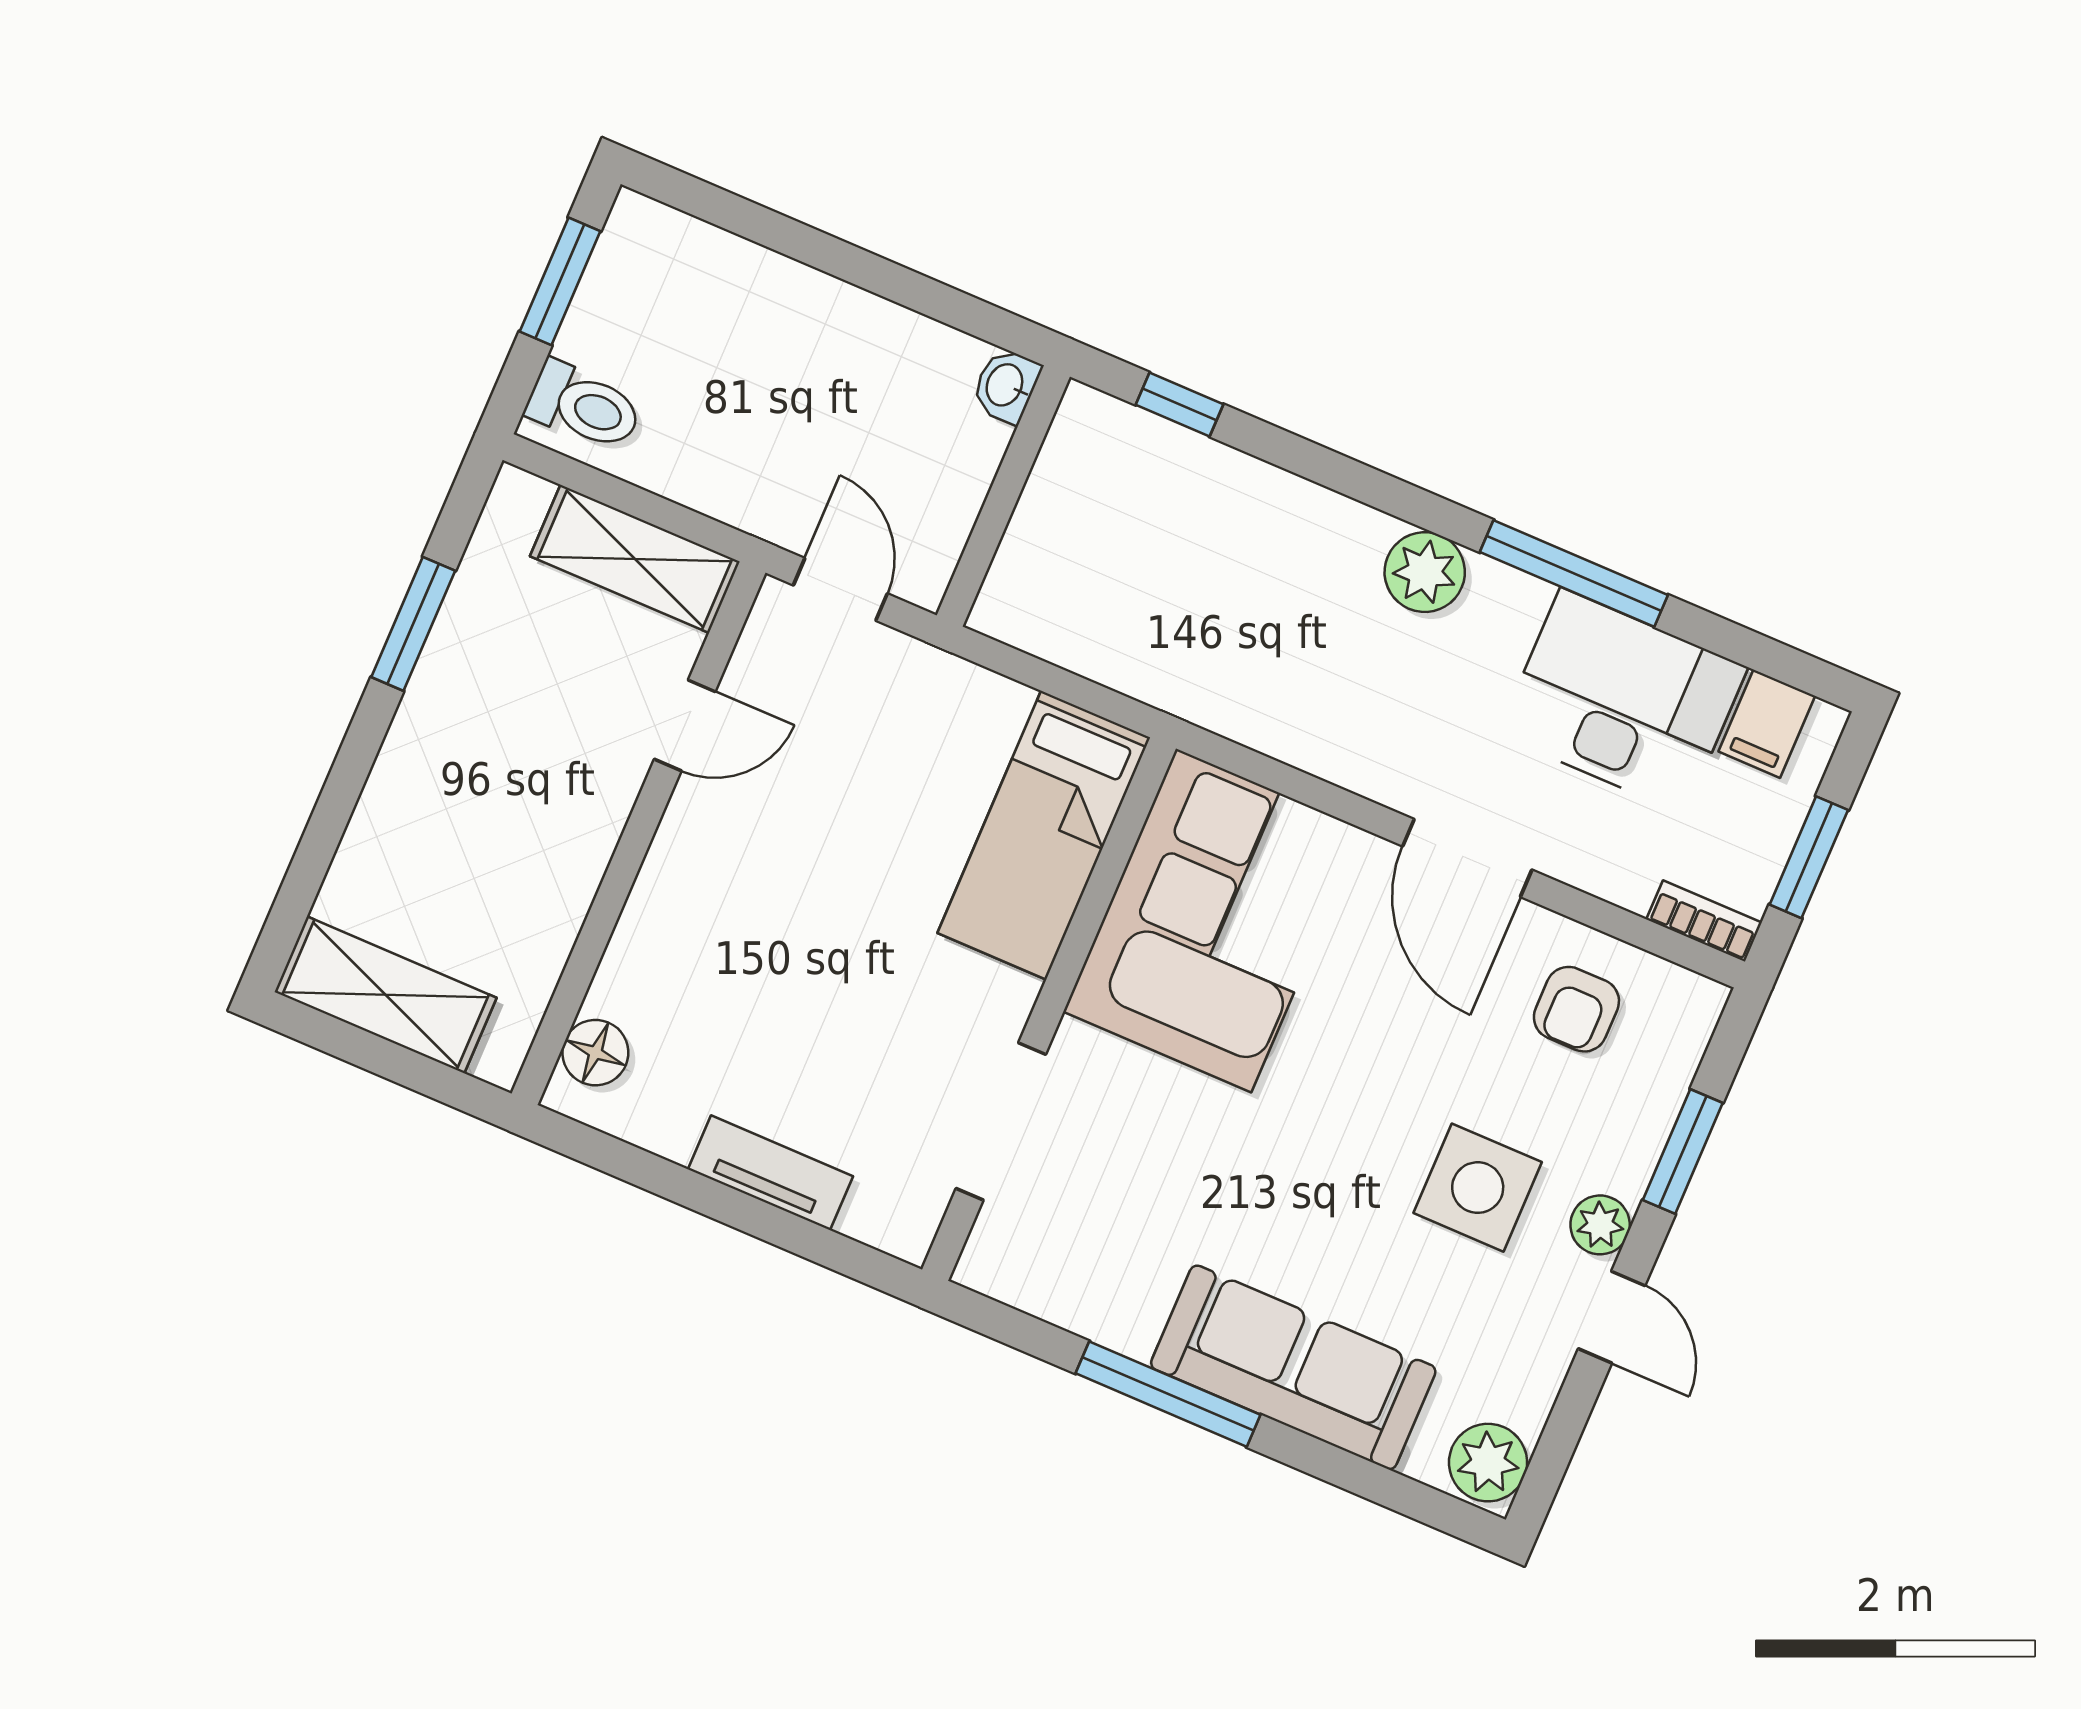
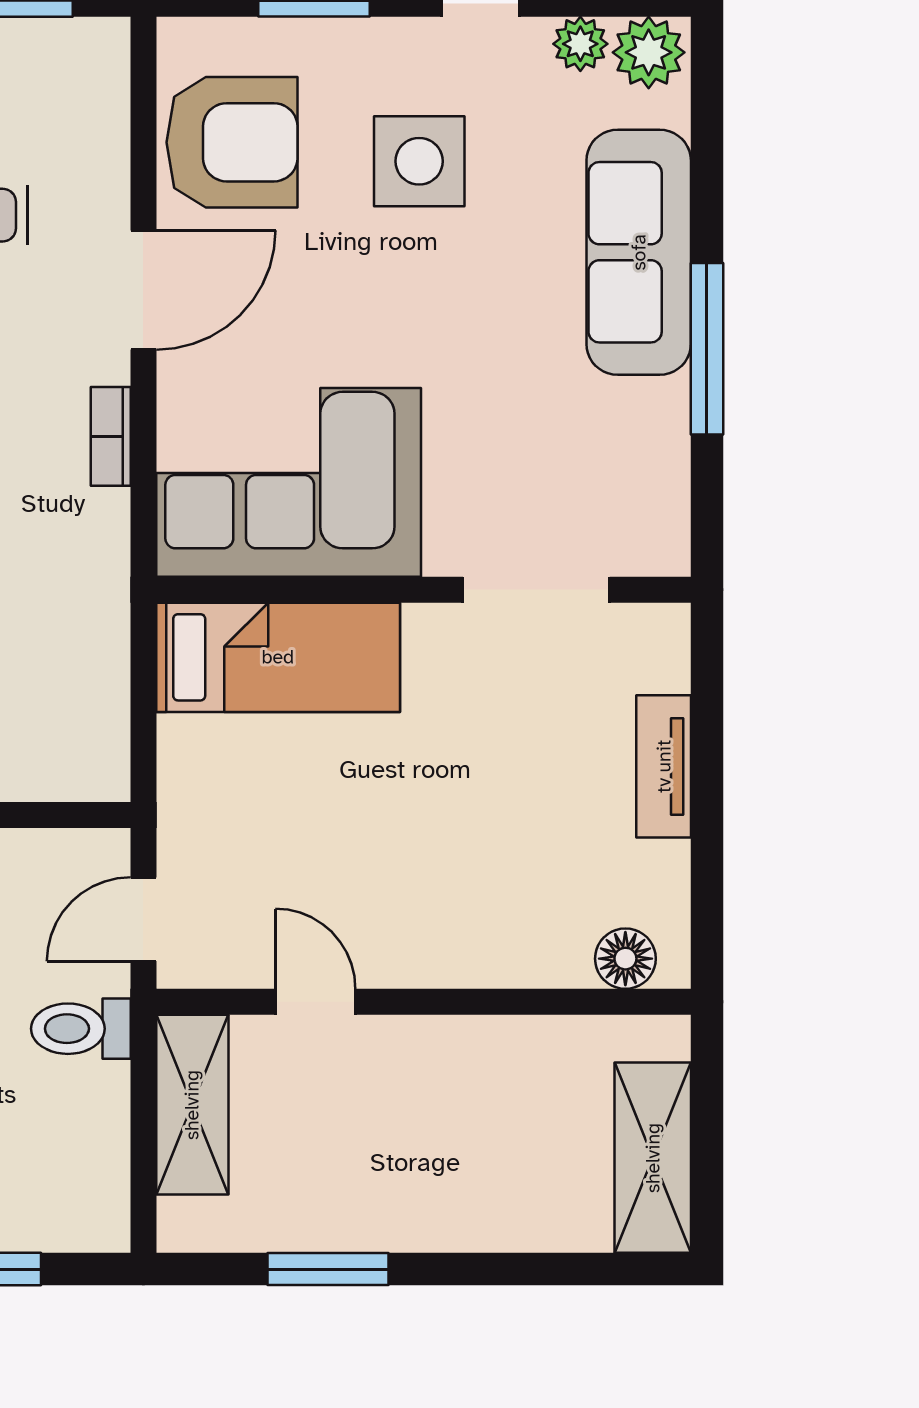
toilet: (584, 406) -> (81, 1029), moved, turned -90
bookcase: (1704, 921) -> (111, 436), moved
armchair: (1576, 1009) -> (232, 142), width x1.88, depth x1.88
plant: (1600, 1225) -> (580, 44), moved

